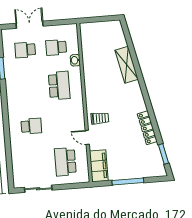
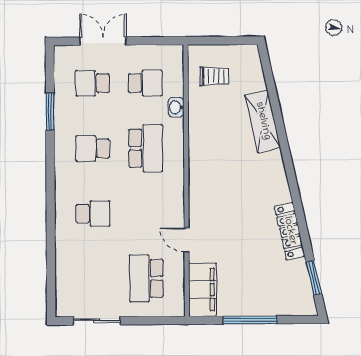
school desk: (56, 47) -> (145, 83), turned 180
school desk: (28, 88) -> (93, 148), added
trolley: (100, 118) -> (214, 76), moved

